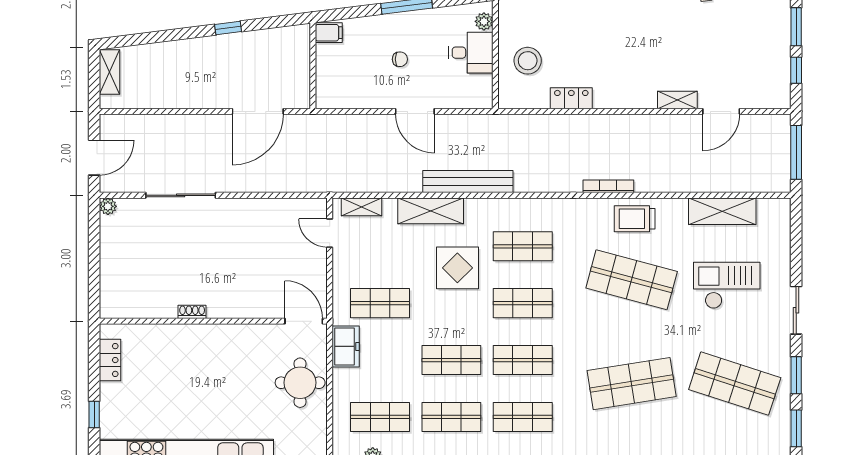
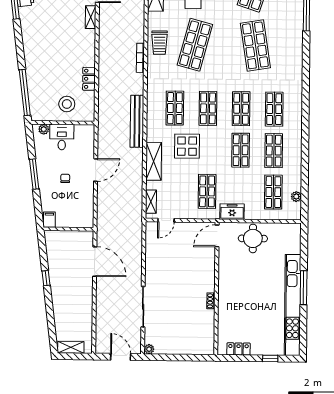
bench: (468, 182) -> (137, 121), moved

